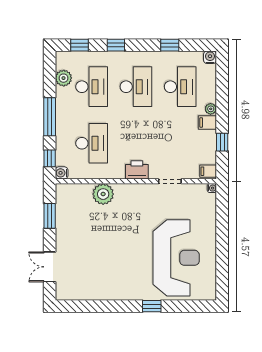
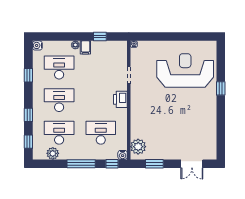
filing cabinet: (208, 171) -> (121, 47), removed
plant: (103, 194) -> (138, 147), moved

